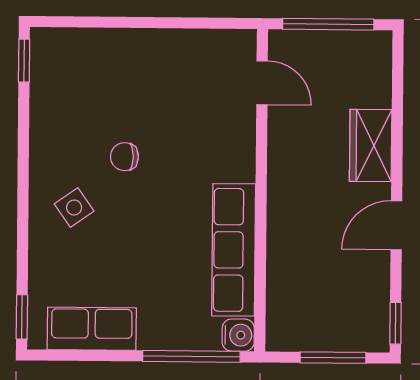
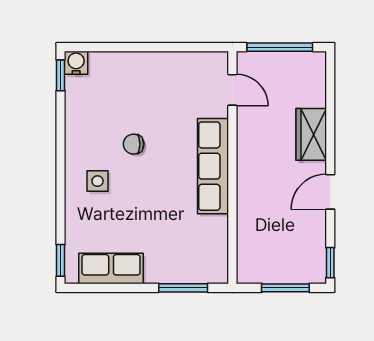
side table: (74, 208) -> (98, 181), turned 35
row of seats: (234, 250) -> (213, 166), moved
water cooler: (238, 335) -> (76, 63), moved, turned -90
window: (191, 356) -> (183, 288), width x0.69

